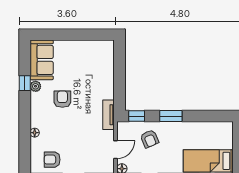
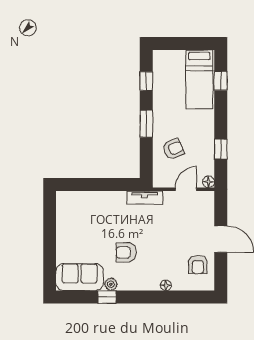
window: (137, 116) -> (146, 81), moved
door: (116, 150) -> (186, 189), hinge flipped

